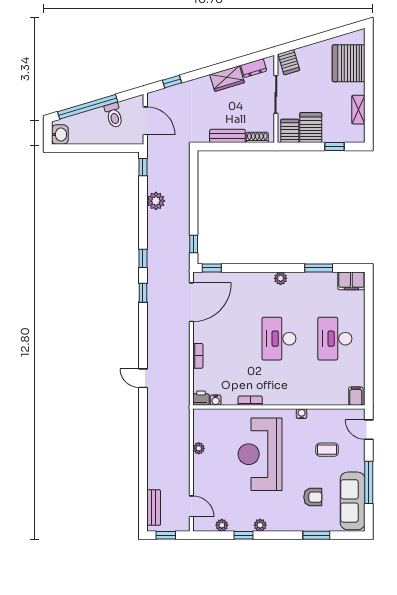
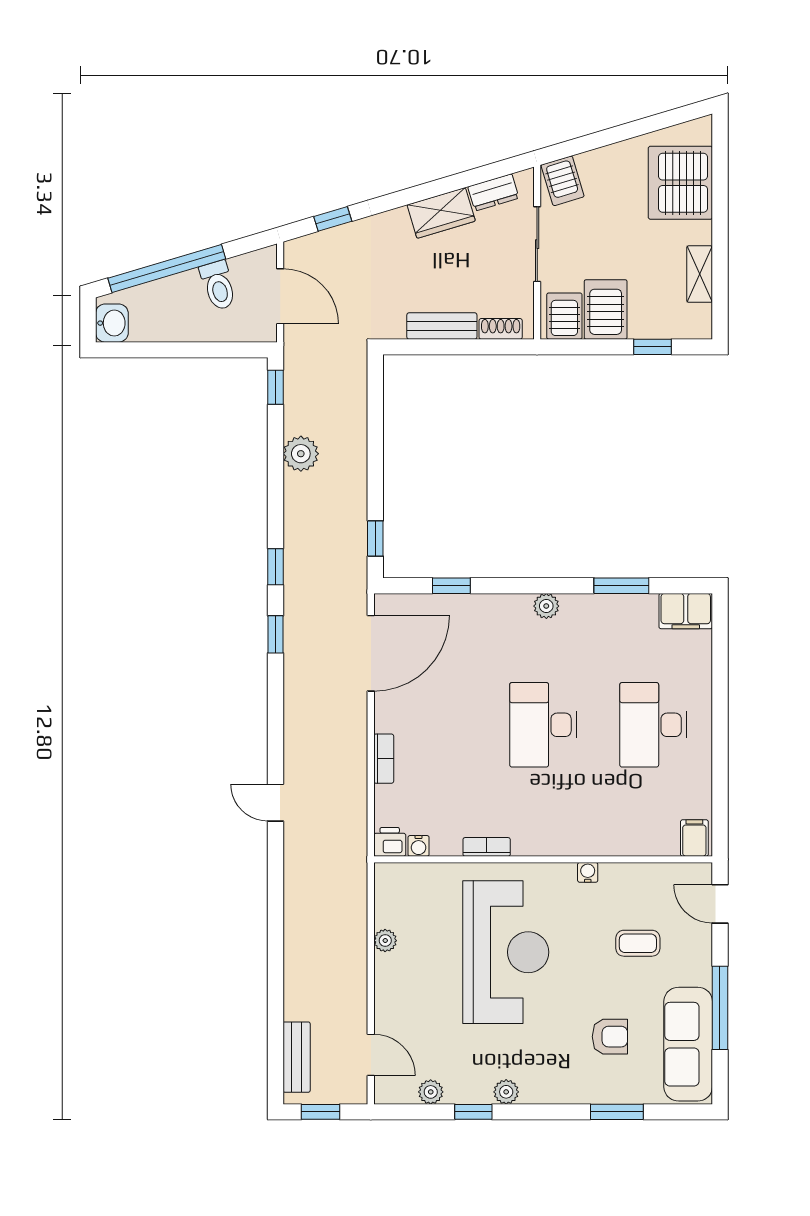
window: (212, 268) -> (451, 586), moved
reception desk: (260, 454) -> (506, 952), turned 180

